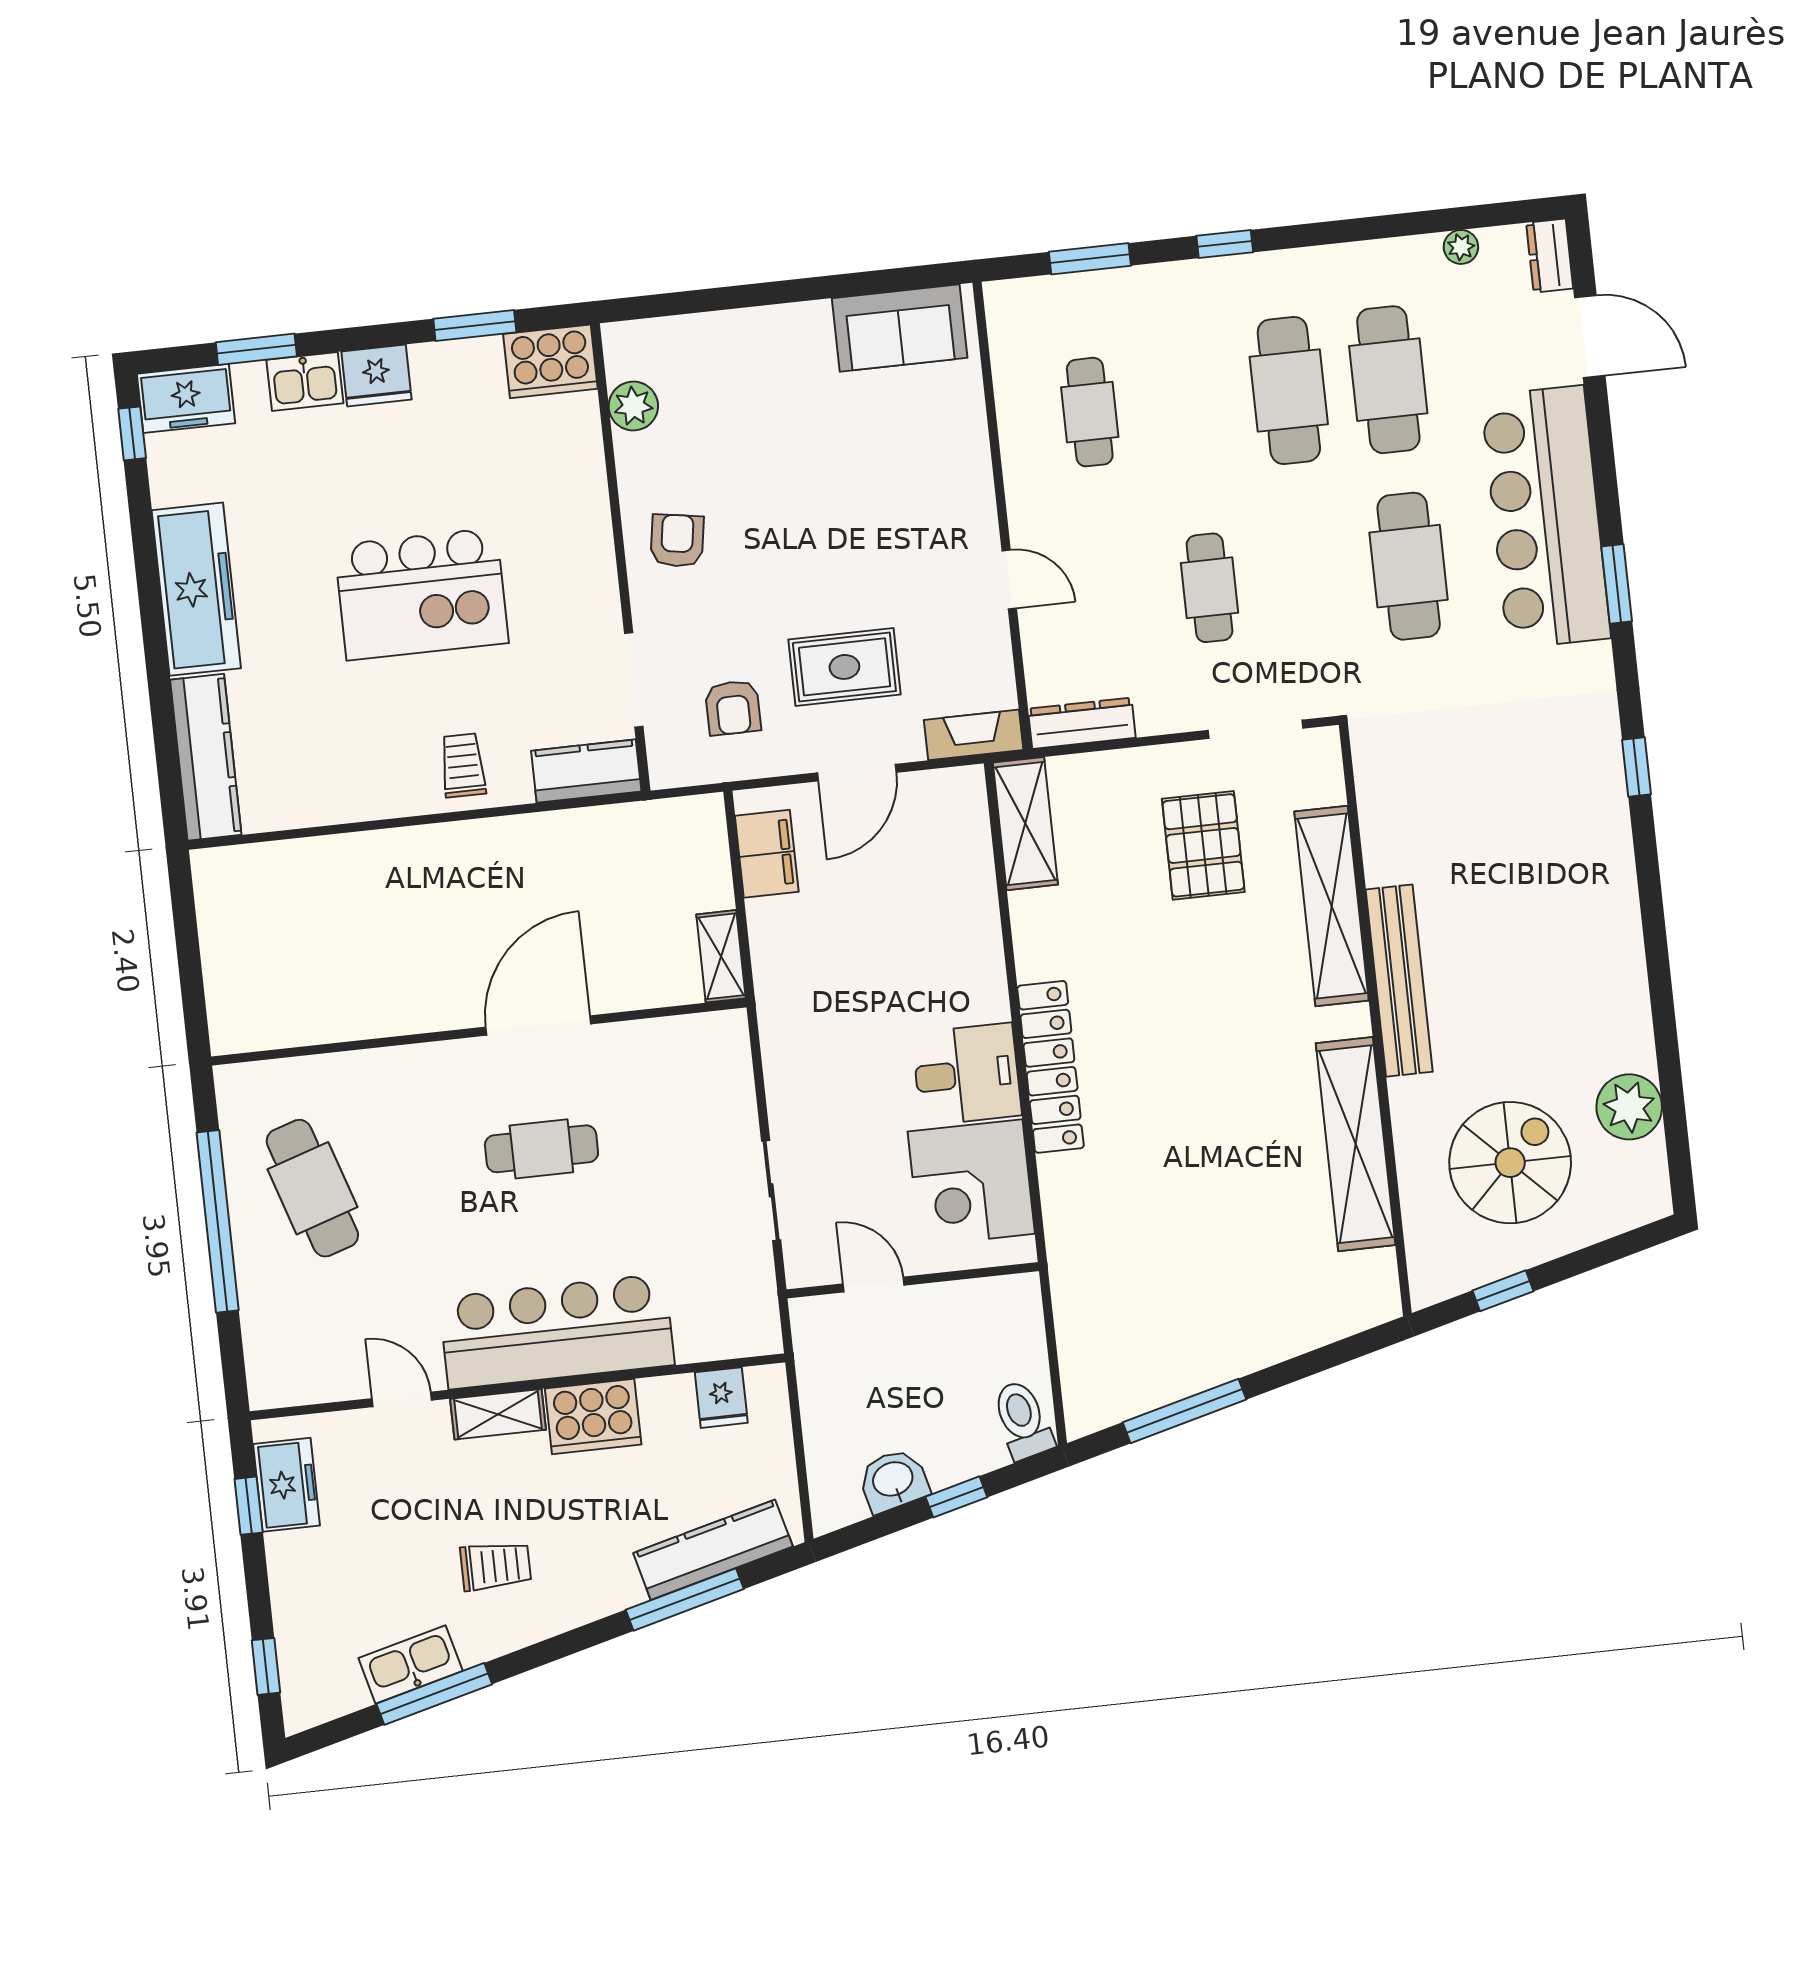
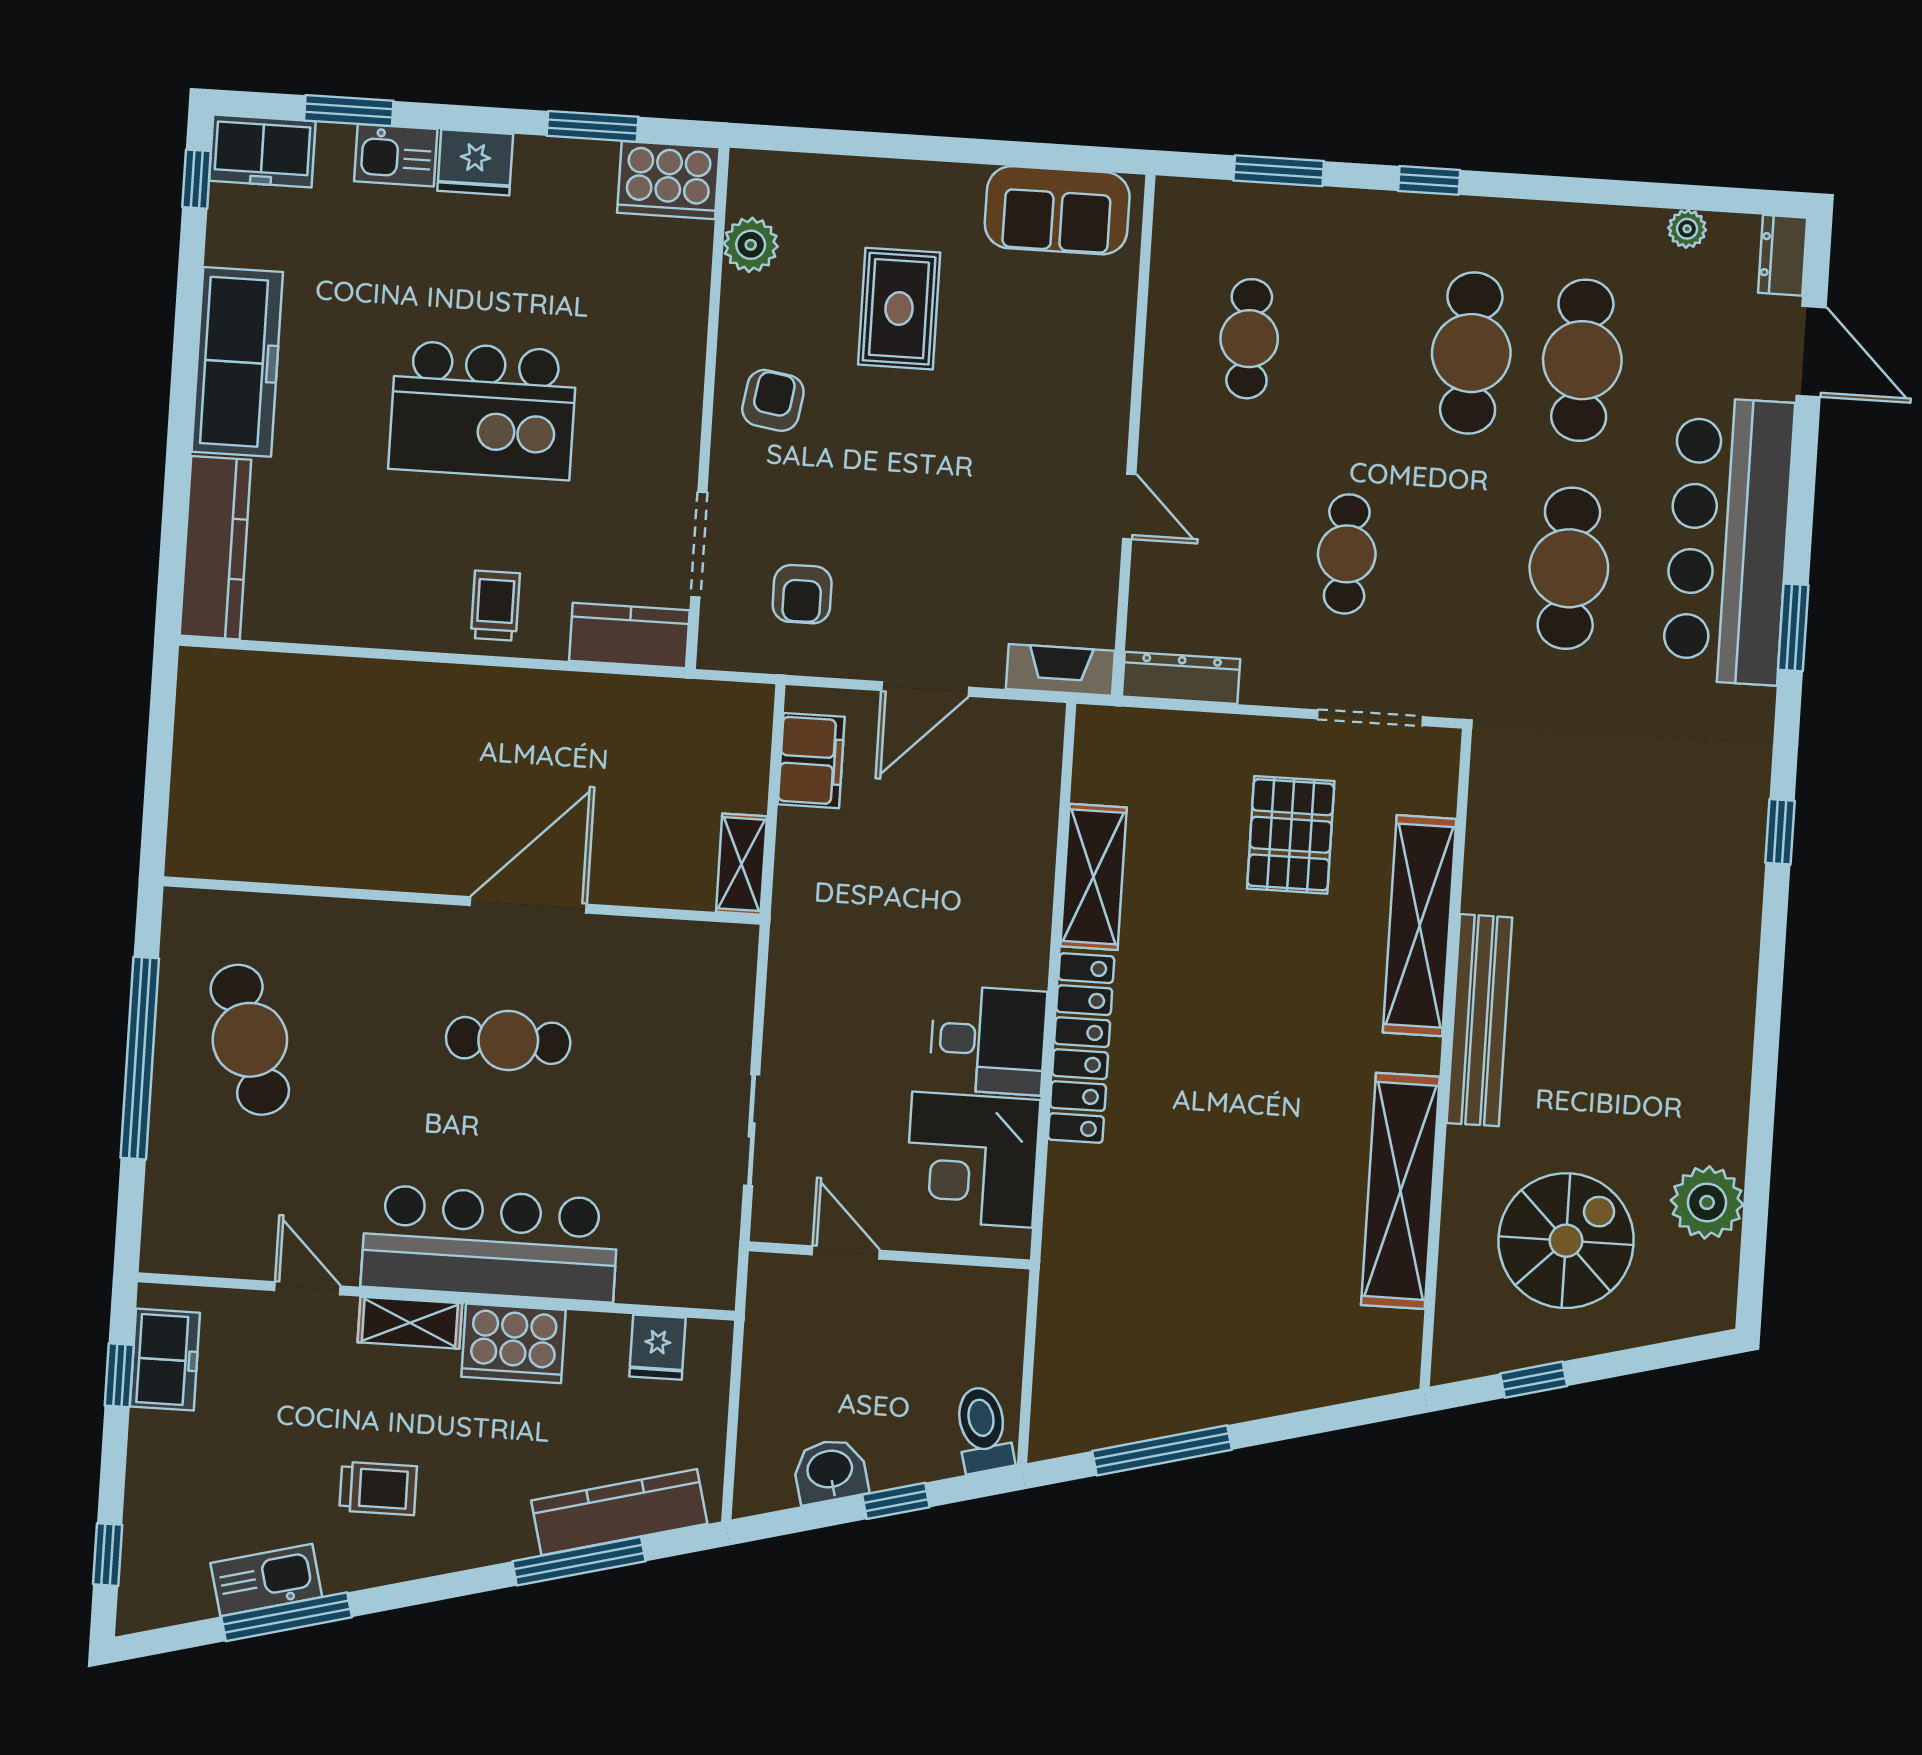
rug: (844, 667) -> (899, 309), moved, turned 90
shelving: (1025, 824) -> (1094, 877), moved

